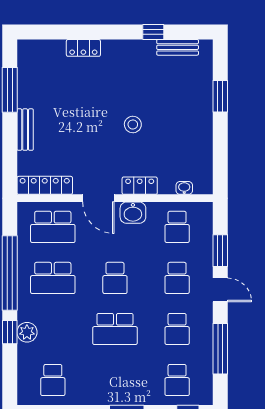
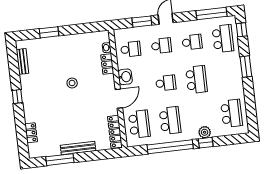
window: (153, 32) -> (17, 97), moved
locker: (83, 48) -> (31, 133), moved
bench: (25, 130) -> (78, 148), width x1.36
locker: (140, 186) -> (107, 64), moved
window: (220, 349) -> (211, 14), moved
school desk: (53, 380) -> (232, 113), width x1.85
school desk: (177, 380) -> (223, 39), width x1.85

